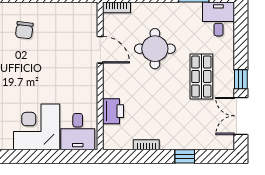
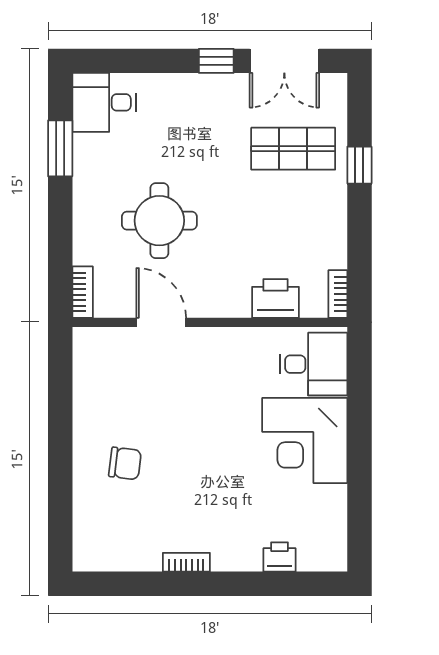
door: (100, 50) -> (161, 322), hinge flipped
shop shelf: (201, 77) -> (293, 149), moved
bookcase: (146, 145) -> (338, 294), moved

